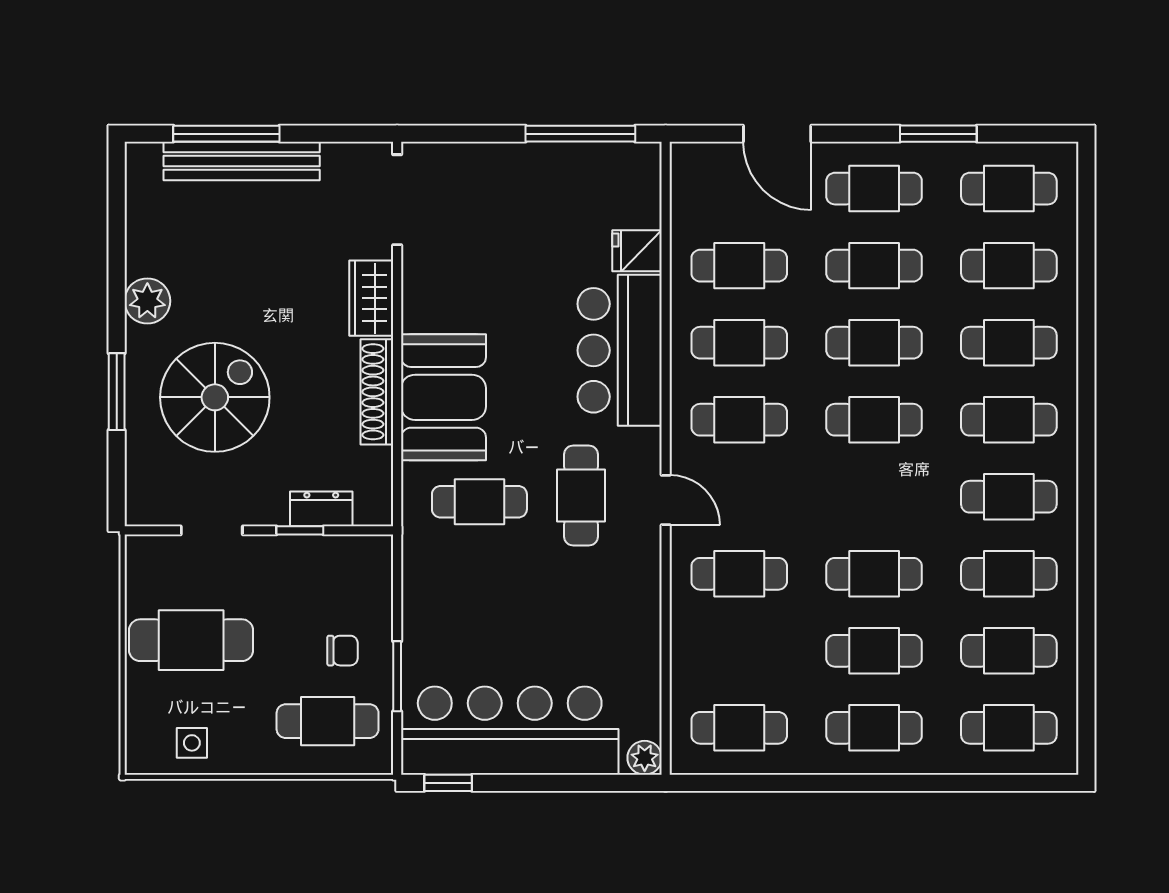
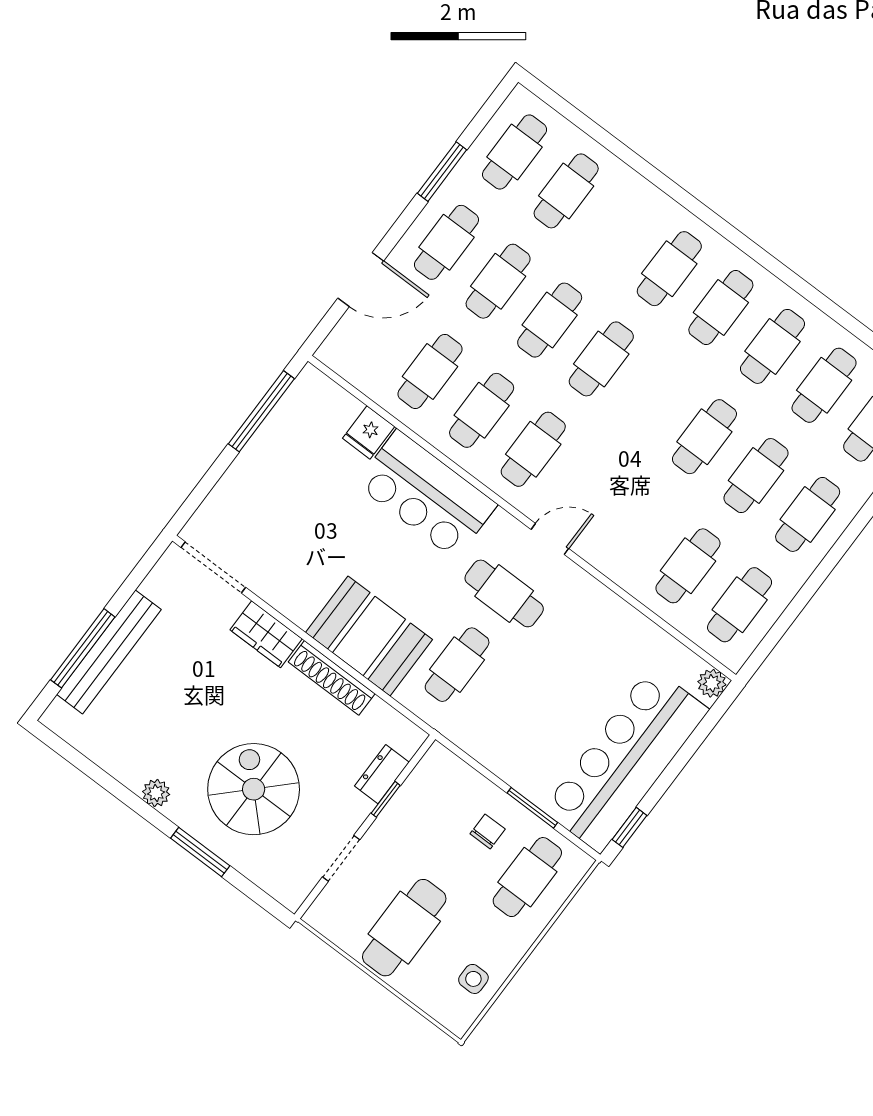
plant: (147, 301) -> (156, 793), width x0.73, depth x0.73
cafe table: (1009, 343) -> (618, 230), removed
cafe table: (739, 574) -> (688, 566), moved

